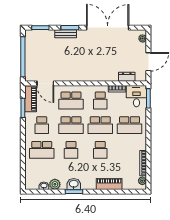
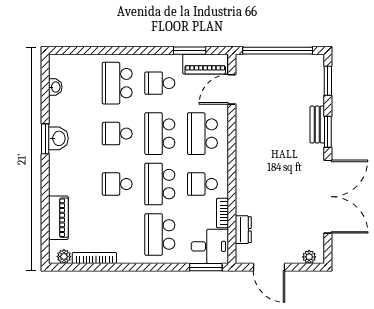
plant: (55, 184) -> (58, 106), removed
piano: (109, 184) -> (58, 218), moved

